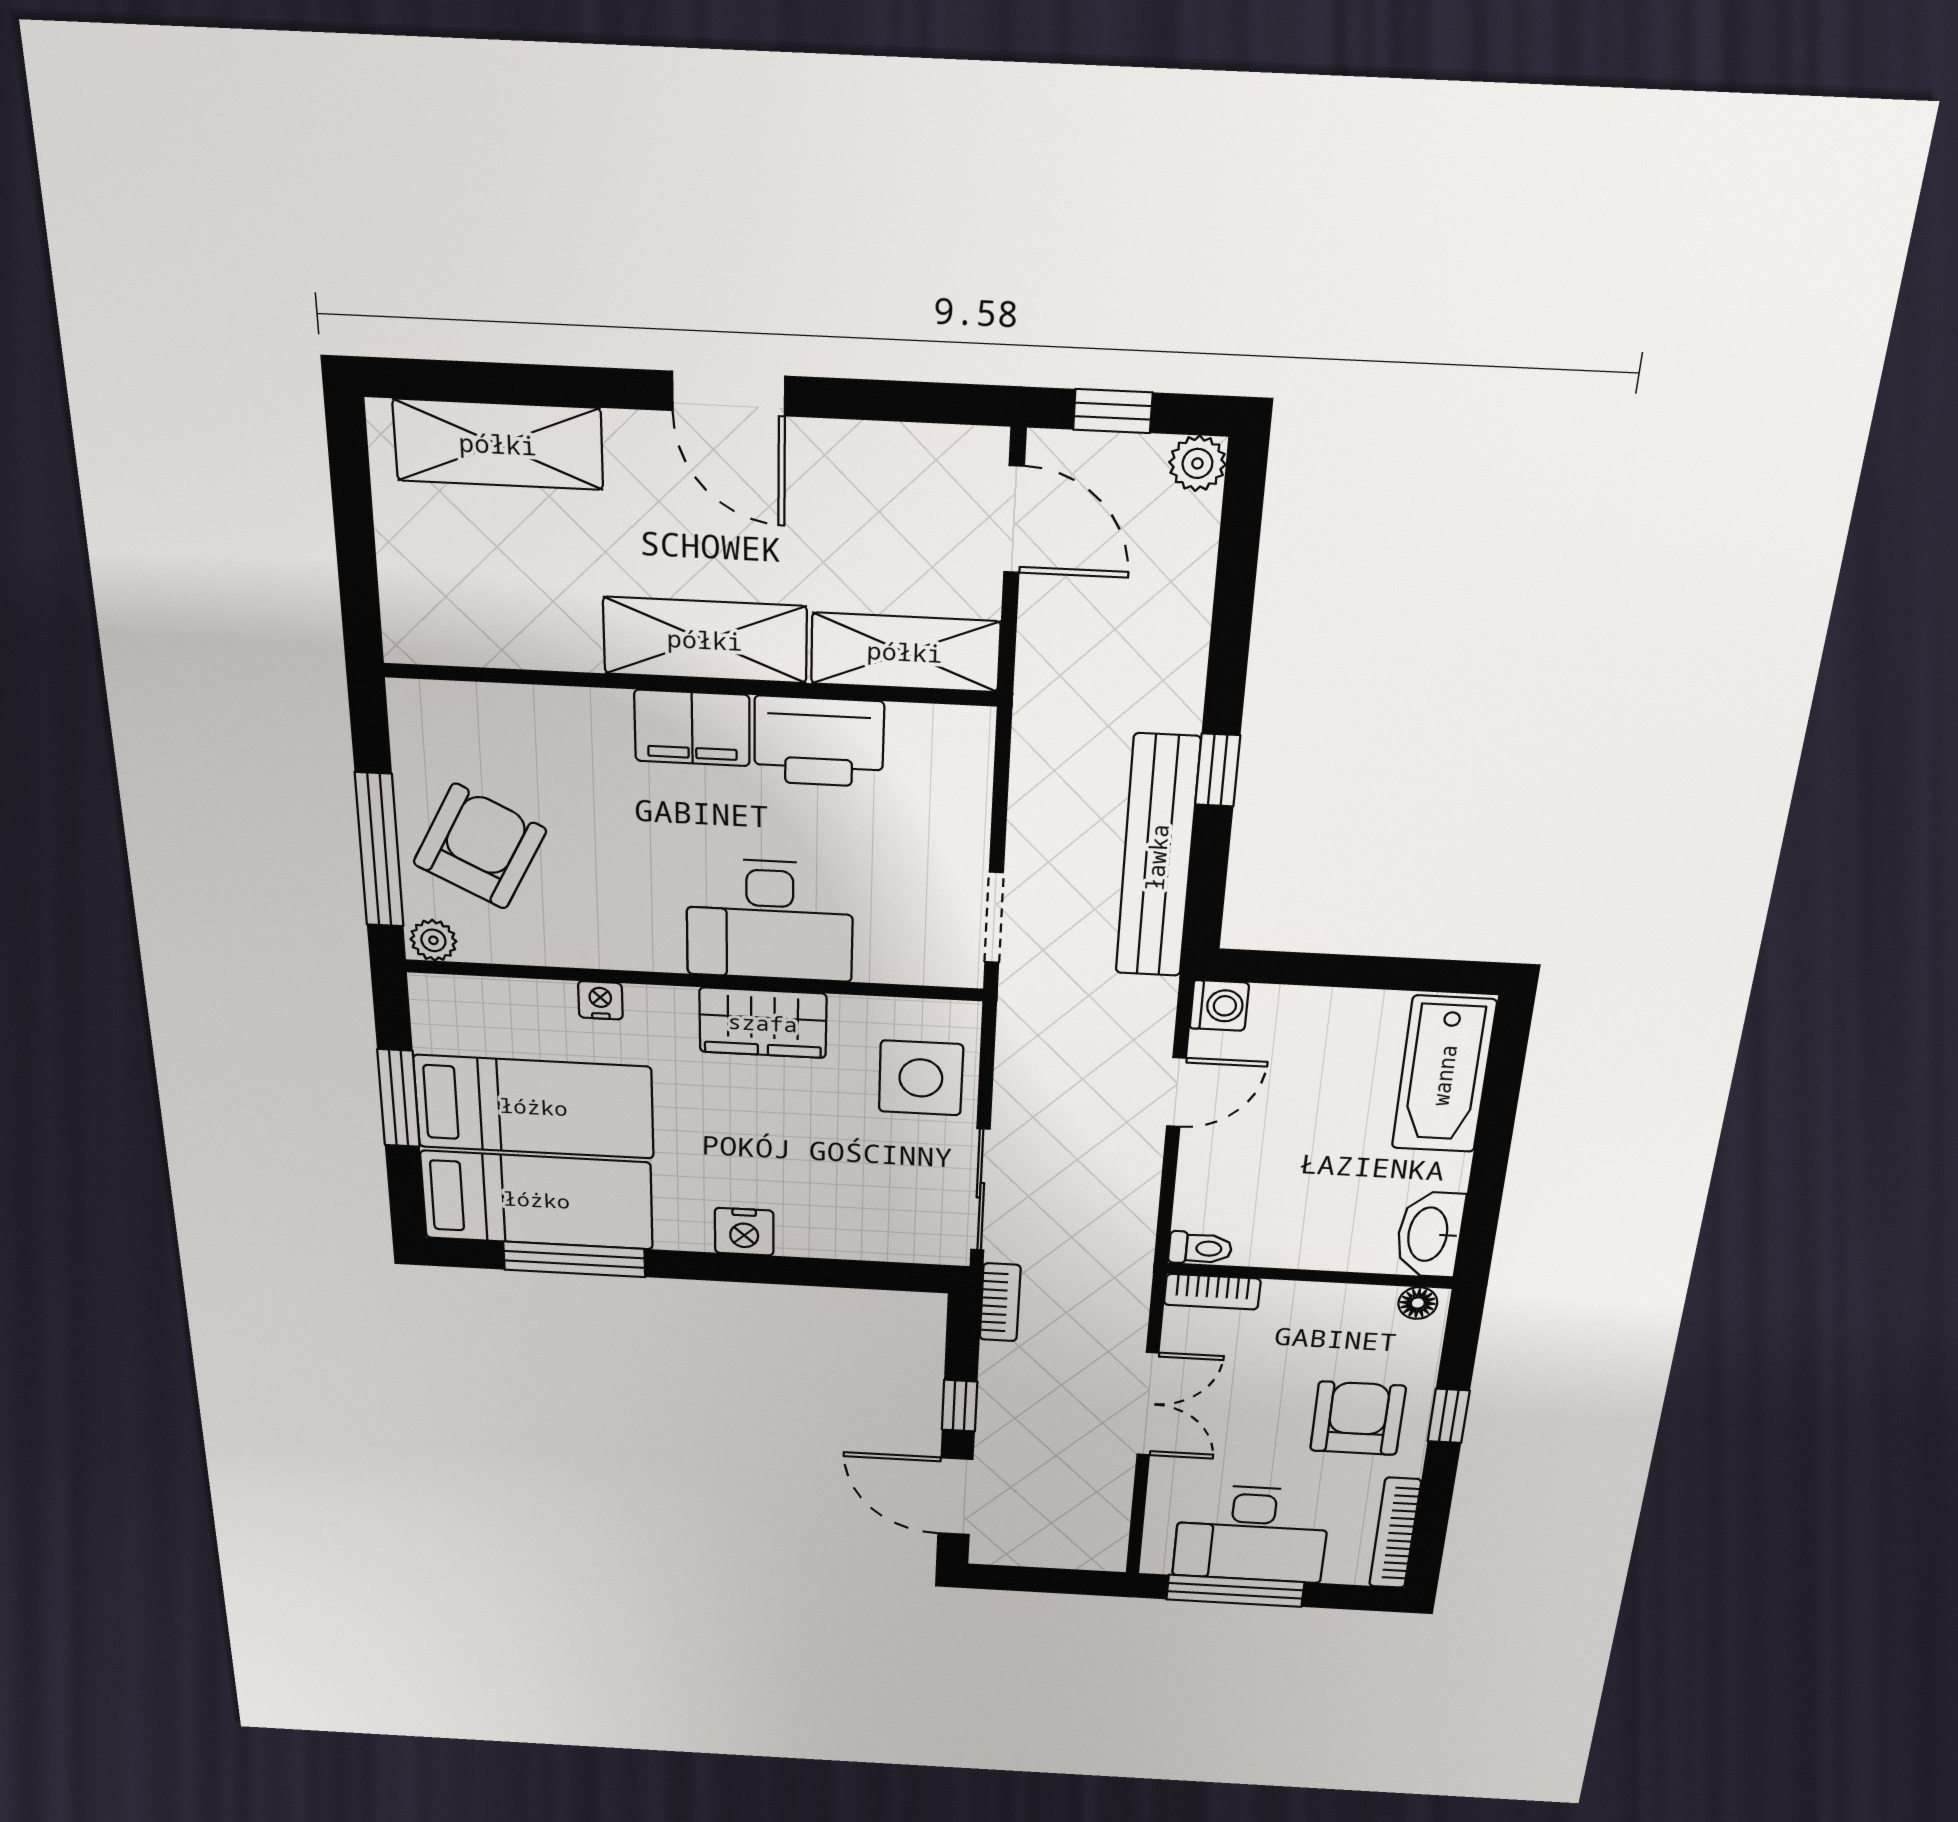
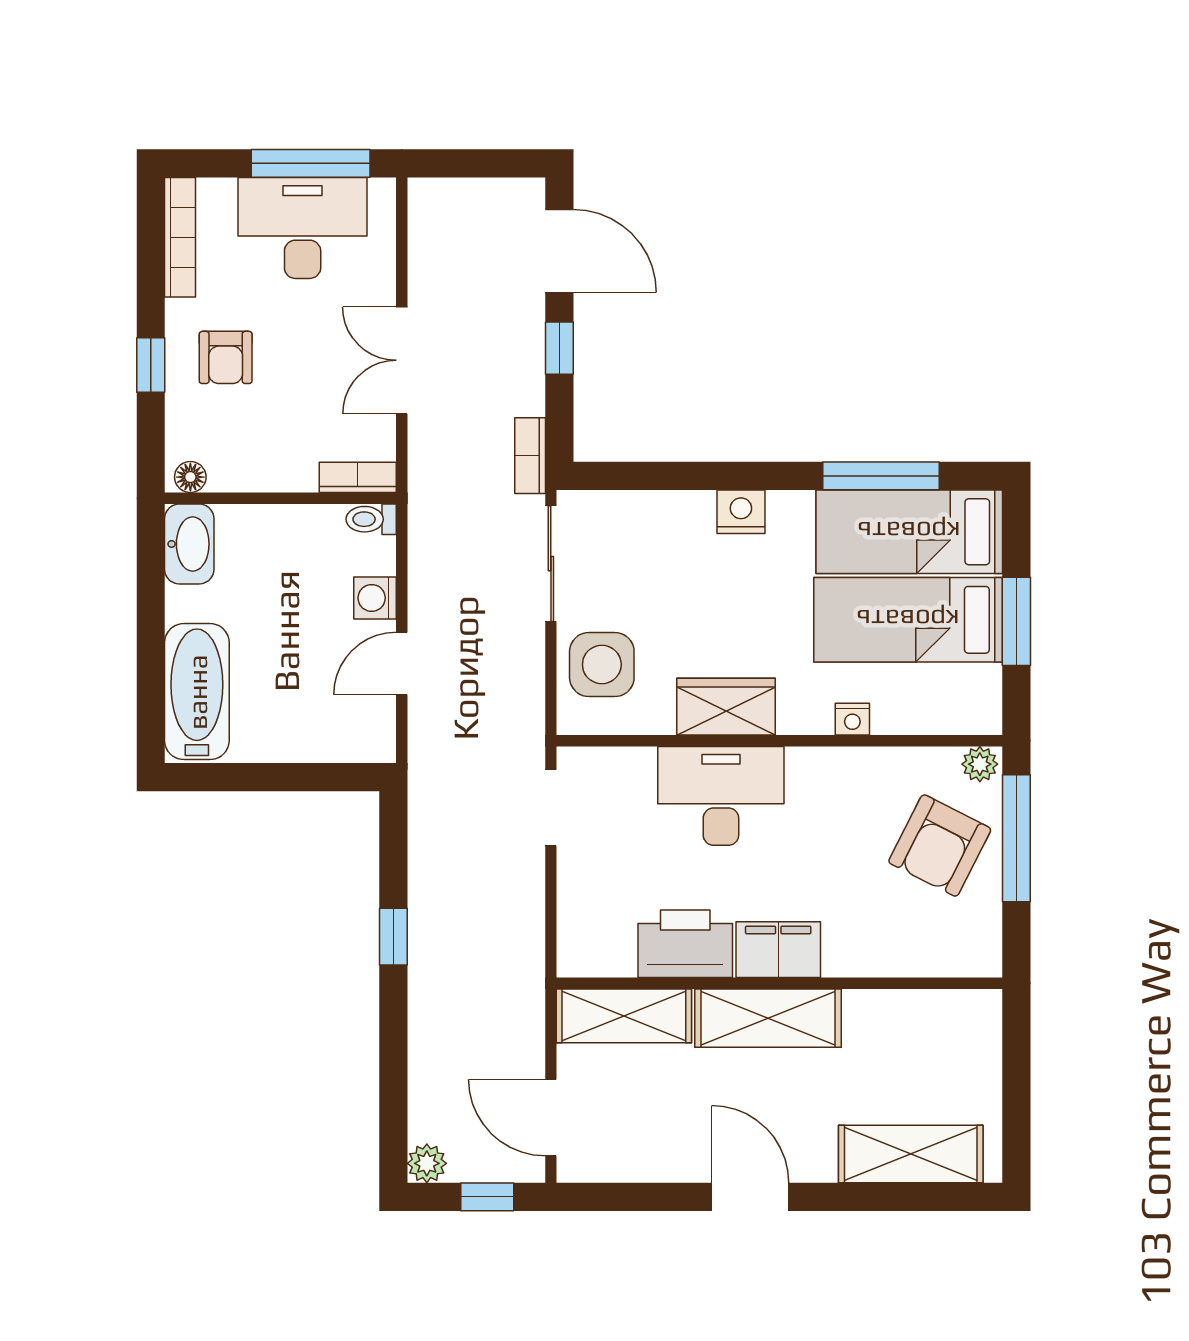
bench: (1157, 857) -> (432, 865), removed
washing machine: (1219, 1006) -> (375, 598), moved
armchair: (1358, 1418) -> (226, 357), width x0.72, depth x0.72

